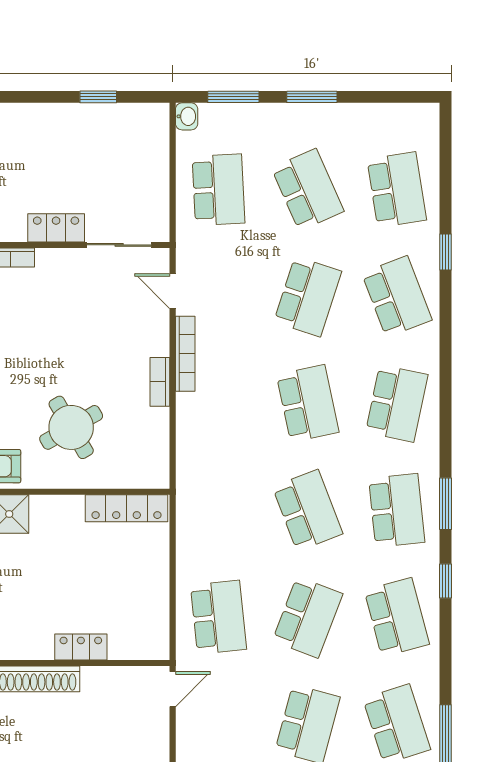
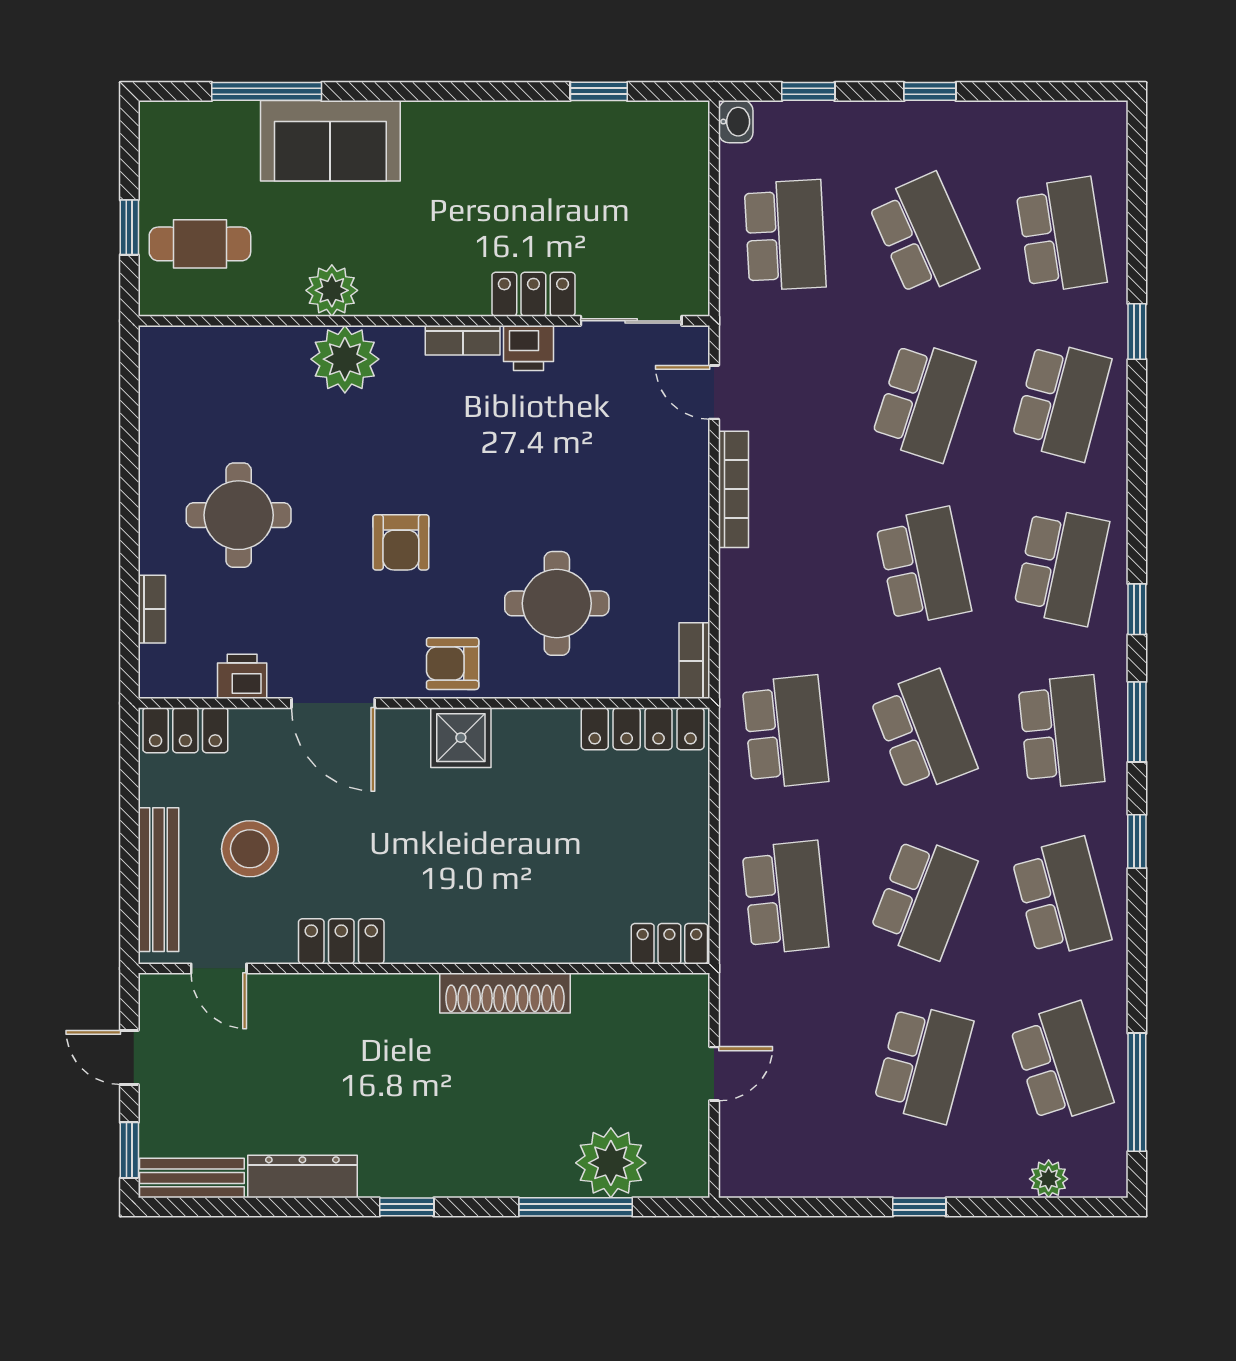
window: (233, 97) -> (808, 91), width x0.67
window: (312, 97) -> (930, 91), width x0.67
printer: (53, 263) -> (528, 348), added
school desk: (397, 297) -> (1061, 401), turned 36
bookcase: (160, 382) -> (694, 661), moved
round table: (71, 427) -> (557, 603), turned 30
window: (446, 431) -> (1137, 609), added
school desk: (219, 510) -> (785, 732), added
locker: (81, 647) -> (669, 944), moved
door: (173, 689) -> (714, 1074), moved

